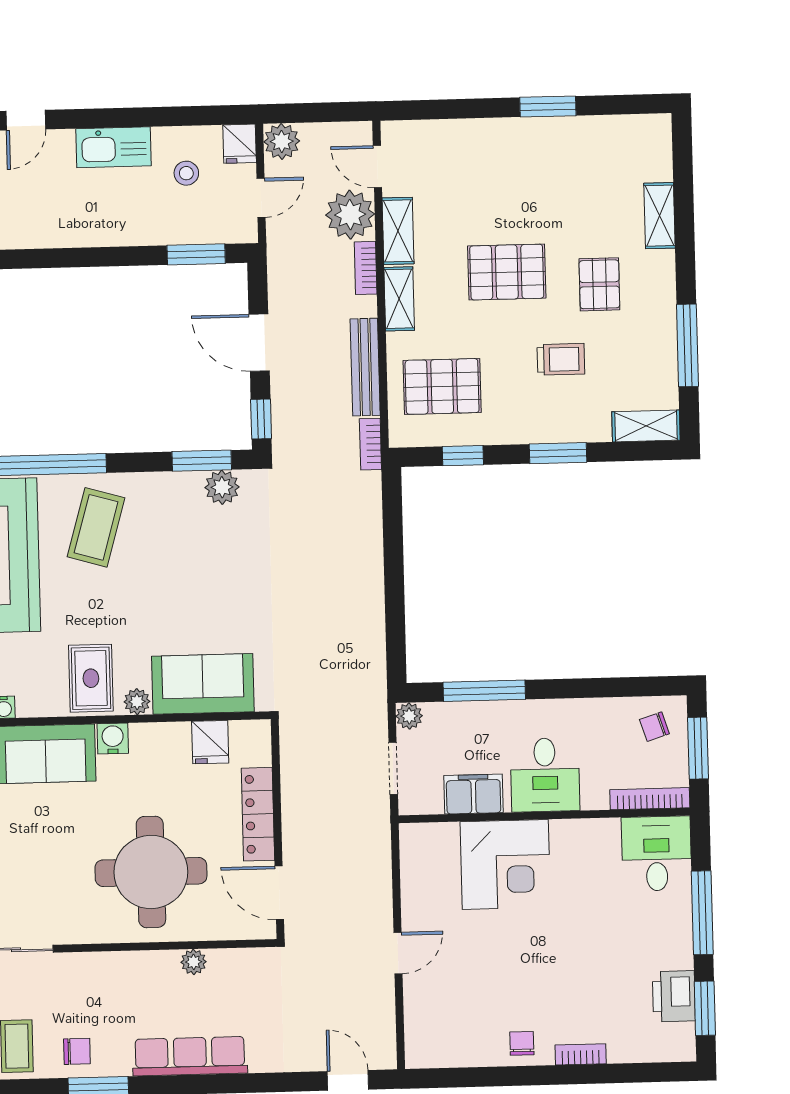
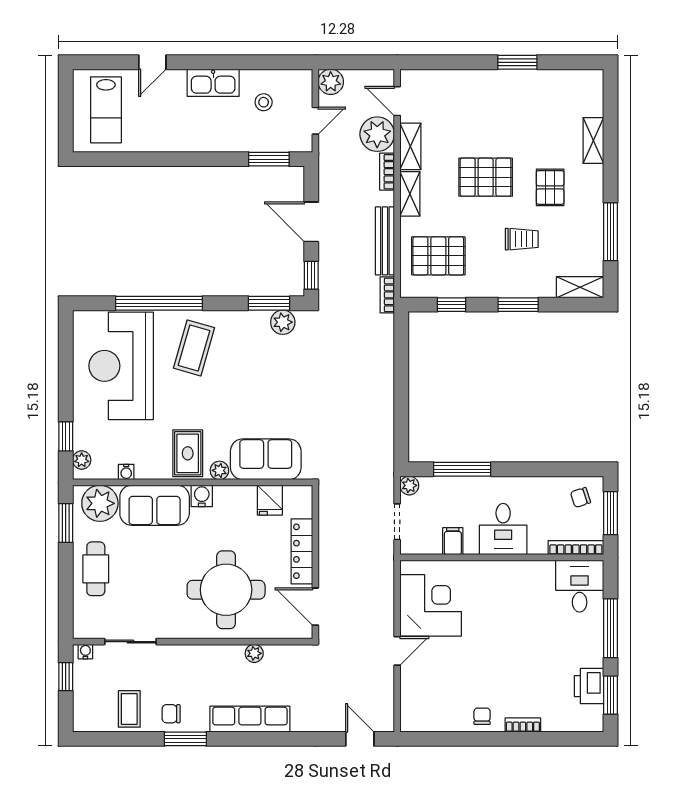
fridge: (240, 144) -> (301, 83), removed
filing cabinet: (473, 794) -> (453, 541), width x0.50
corner desk: (505, 864) -> (431, 605), moved, turned -90
chair: (77, 1051) -> (171, 714), turned 180

